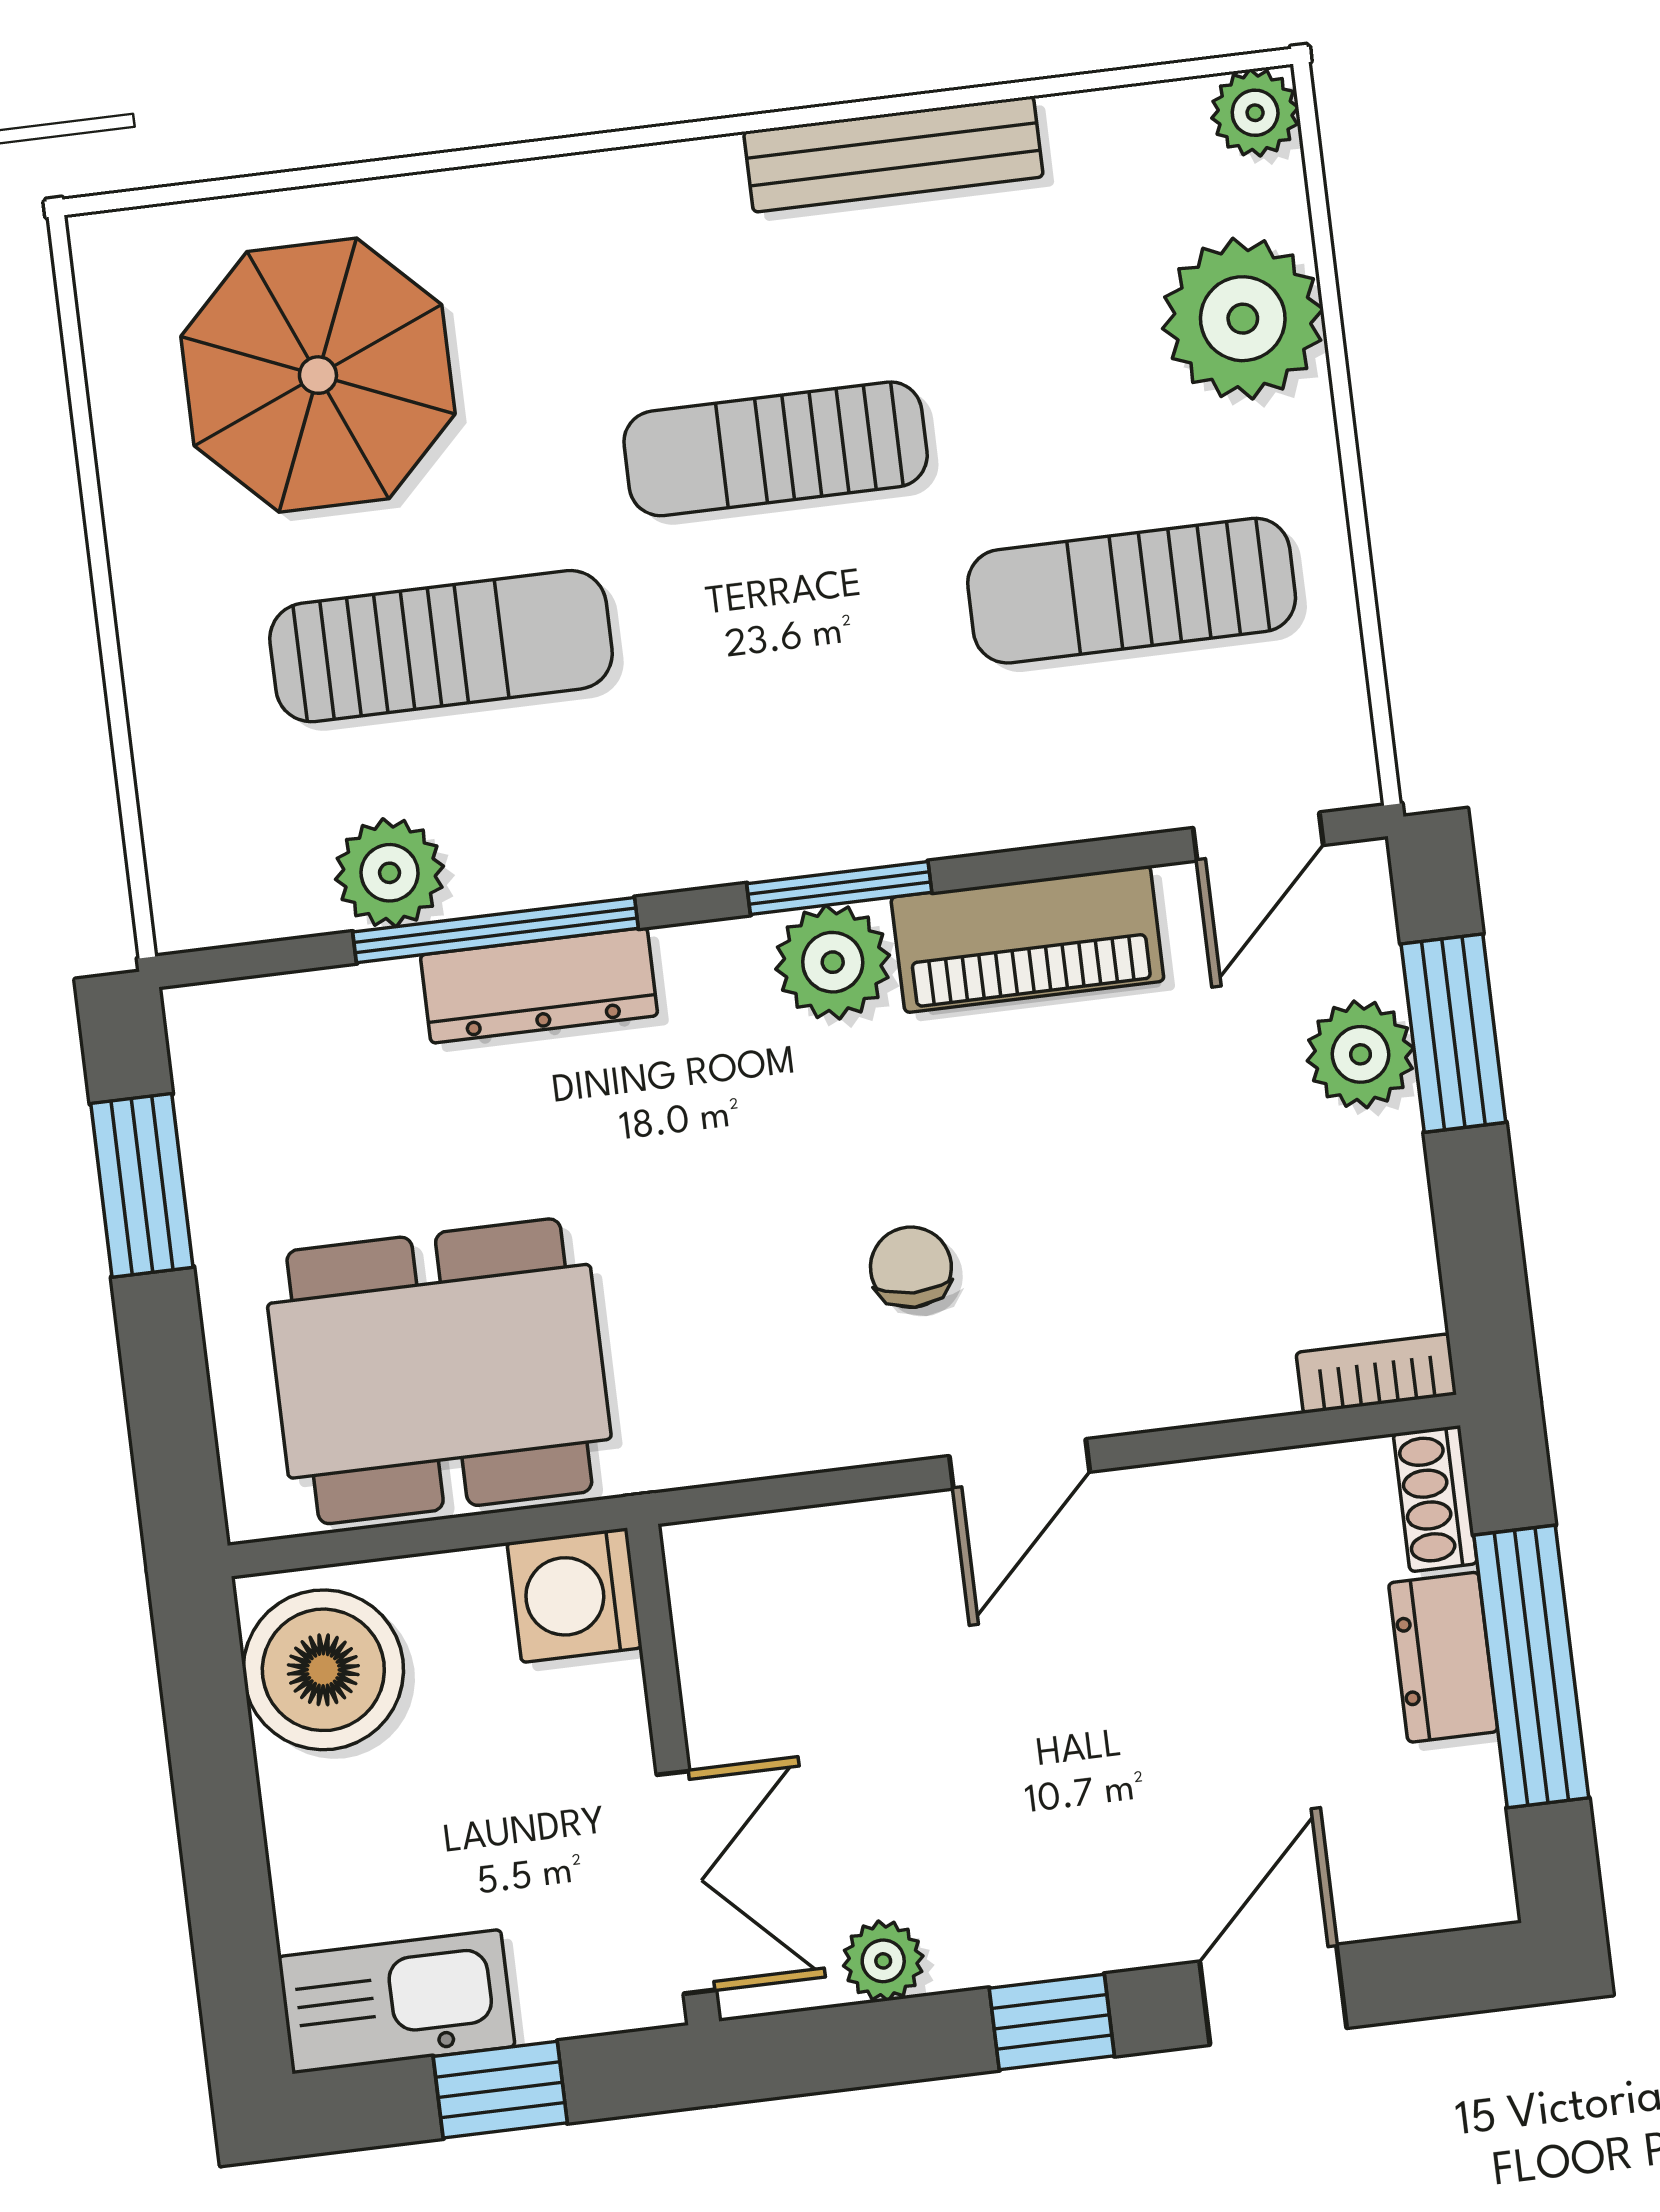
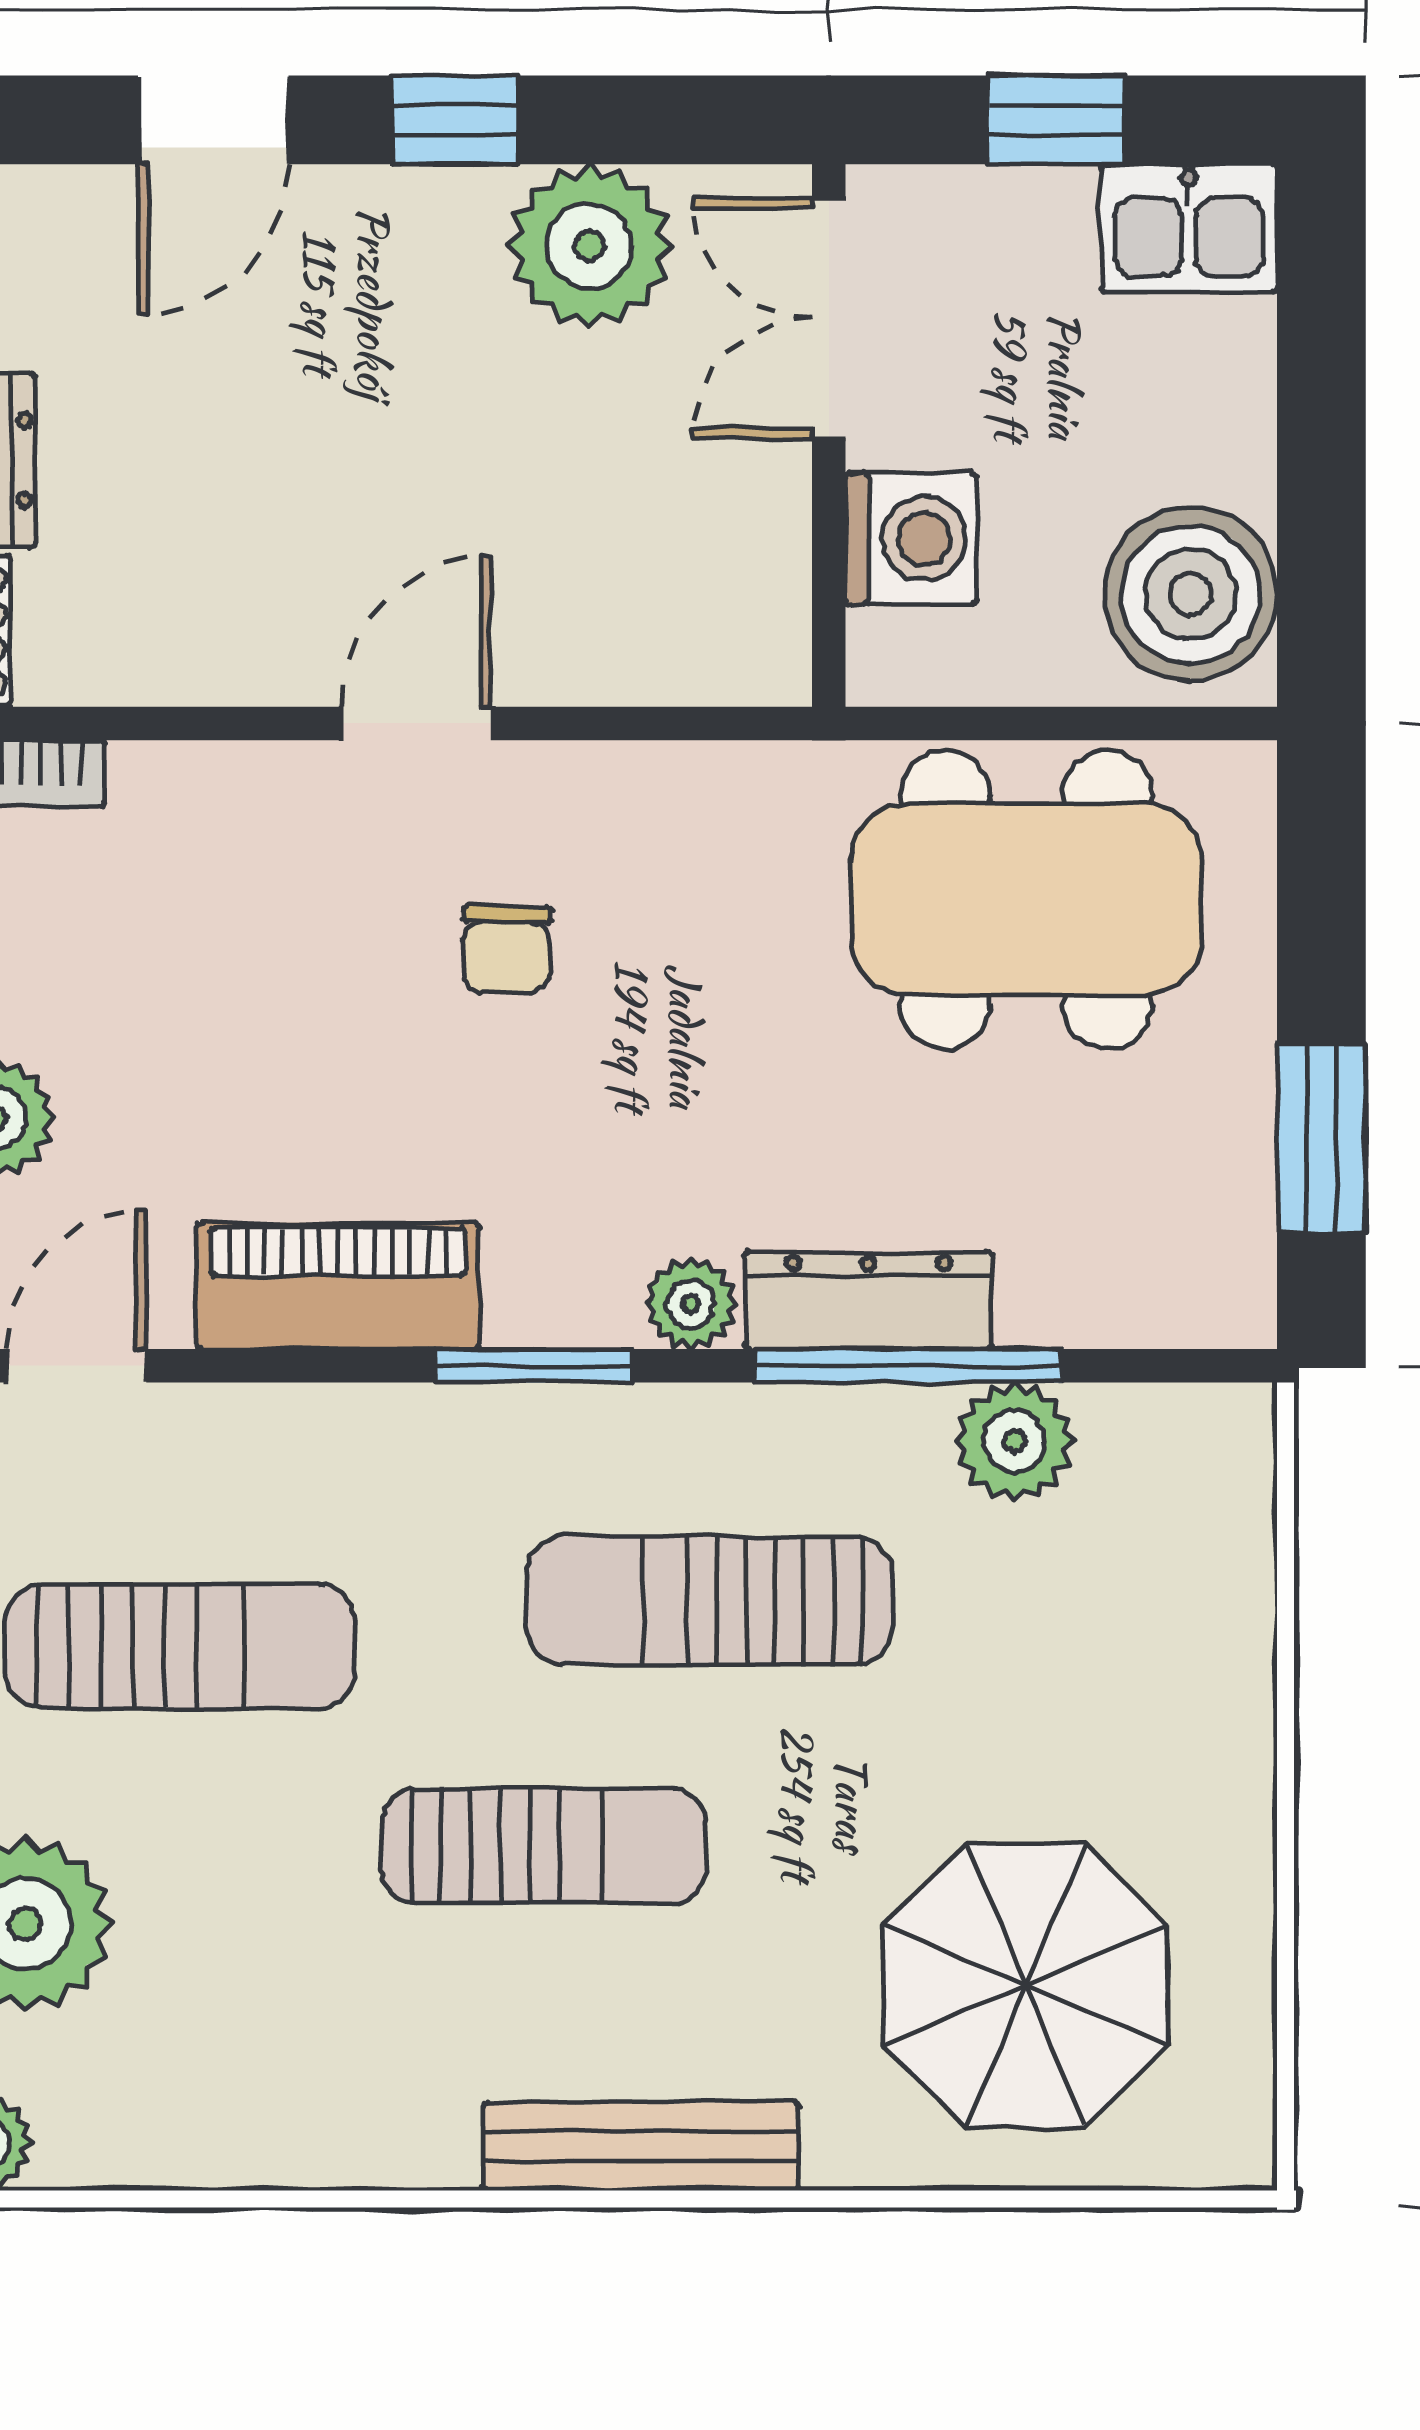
bench: (893, 154) -> (640, 2147), moved
sun lounger: (441, 646) -> (709, 1601), moved
plant: (833, 962) -> (691, 1304), moved, width x0.73, depth x0.73
washing machine: (574, 1595) -> (911, 539), moved
plant: (883, 1961) -> (590, 246), width x1.88, depth x1.88
kitchen sink: (396, 2002) -> (1189, 228), width x0.73

